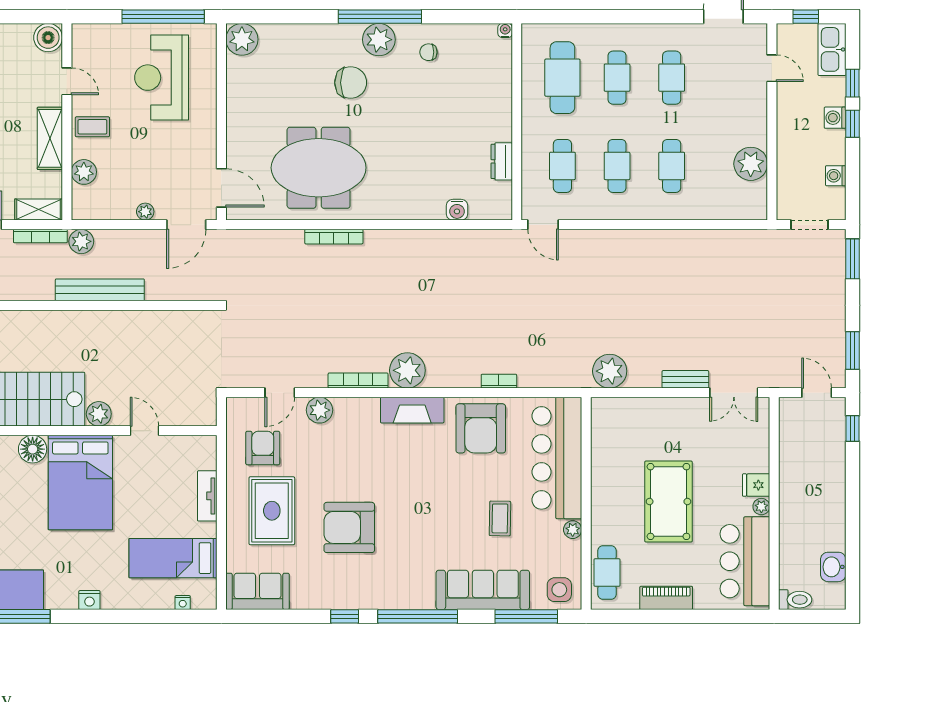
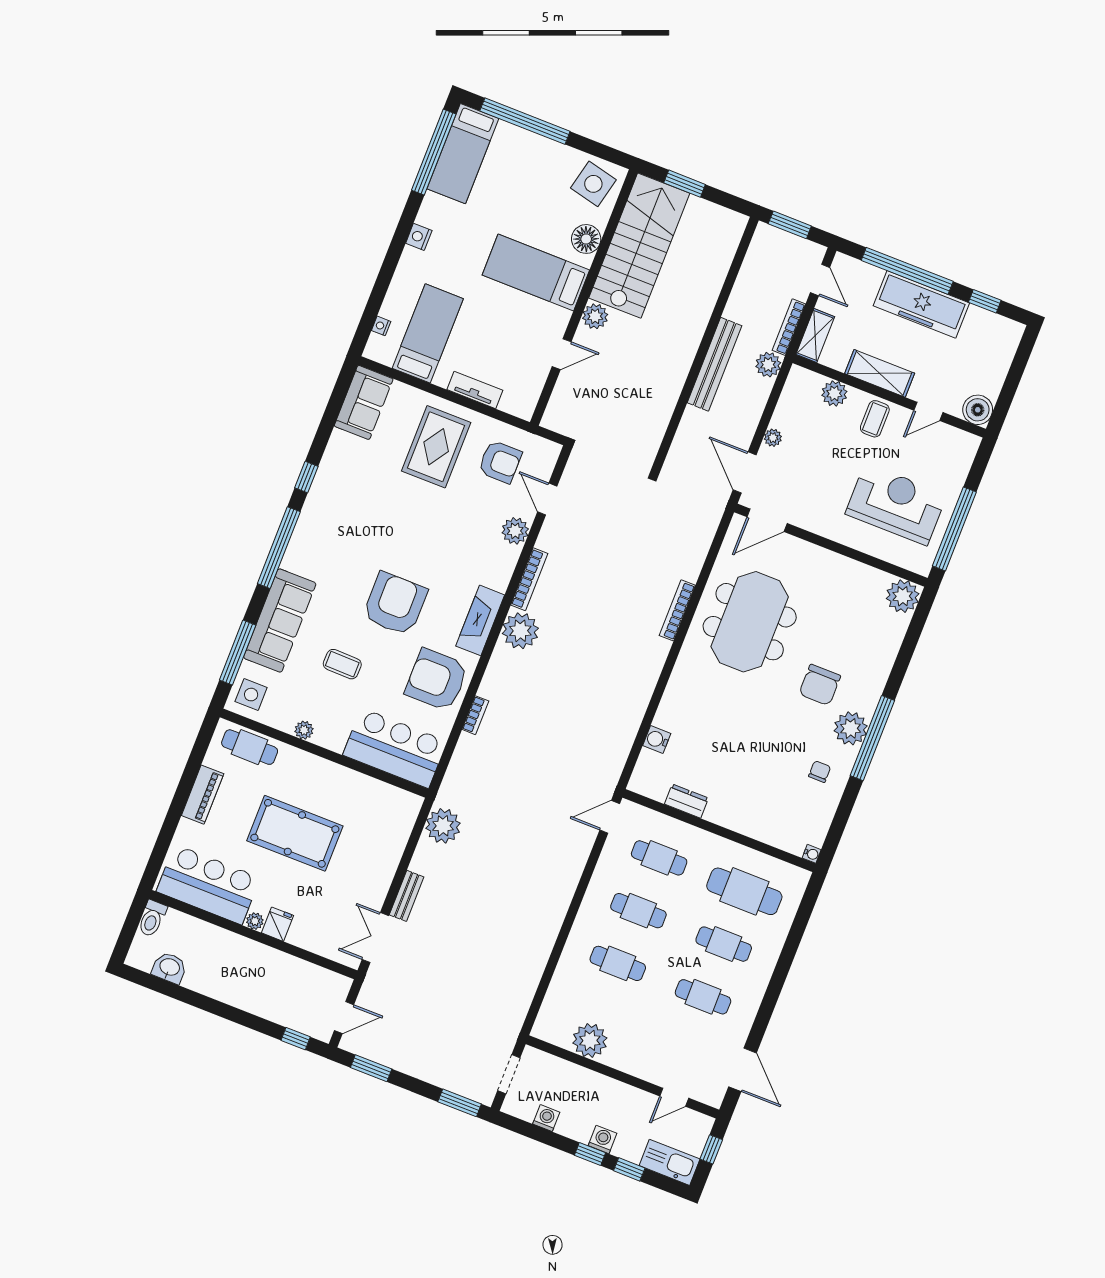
bar counter: (557, 458) -> (395, 748), width x0.73
bed: (80, 482) -> (536, 272), width x0.67
rug: (272, 511) -> (436, 447), turned 90
armchair: (349, 527) -> (395, 604), moved

